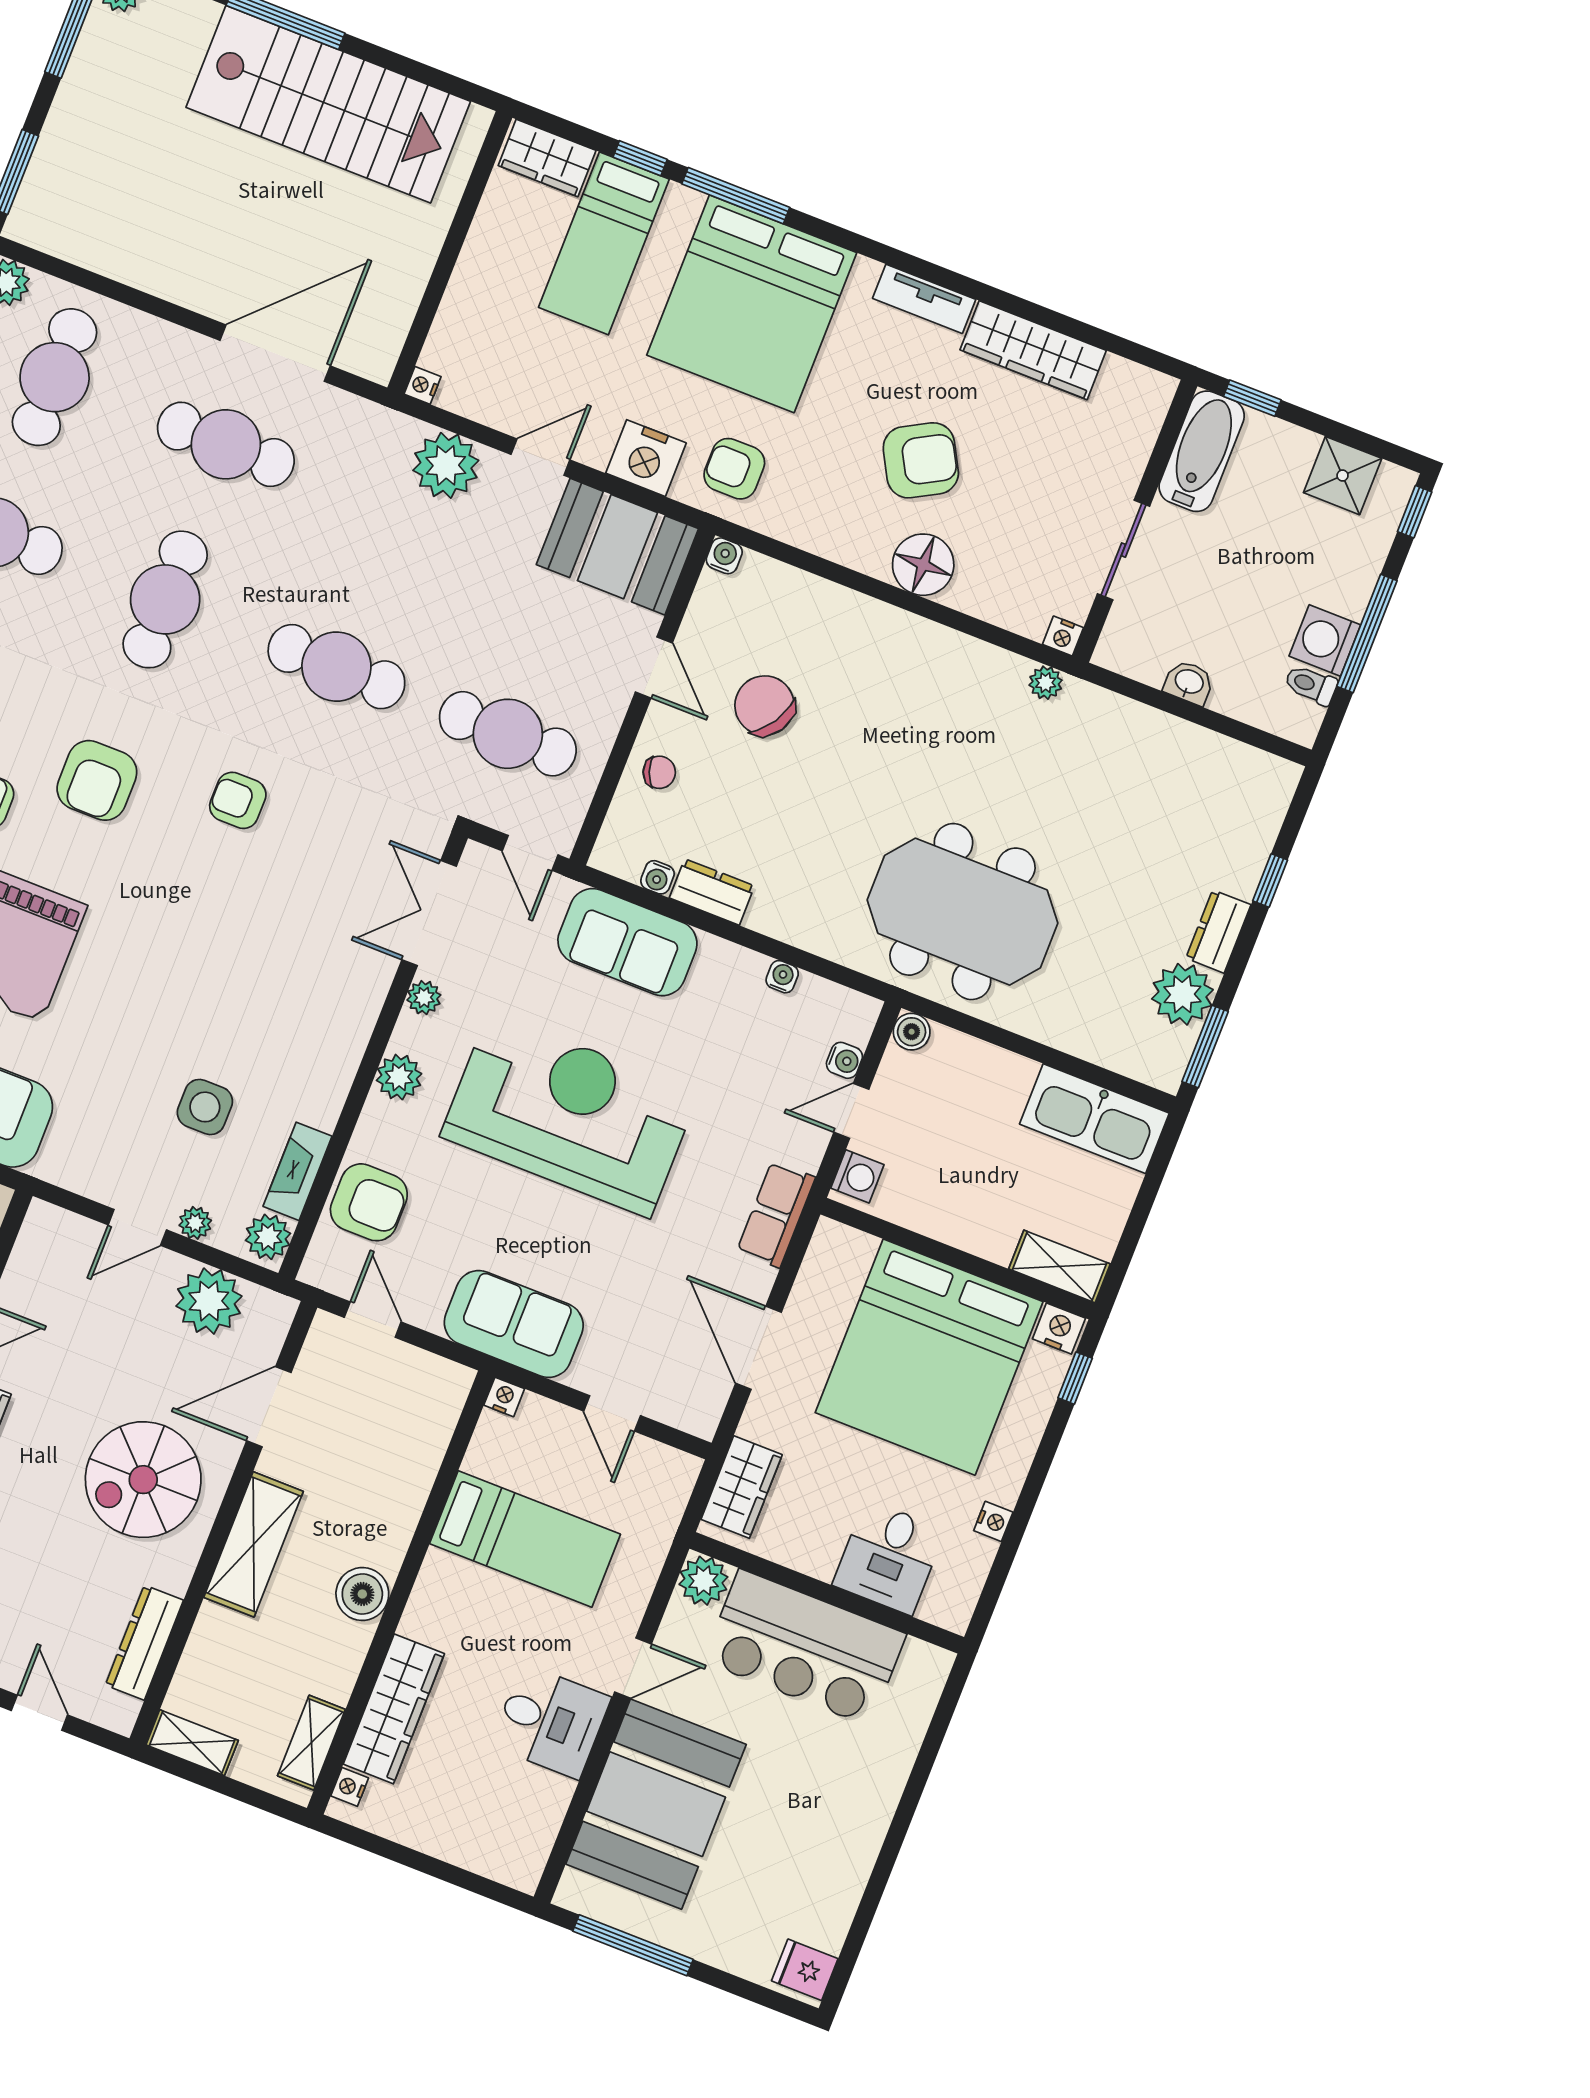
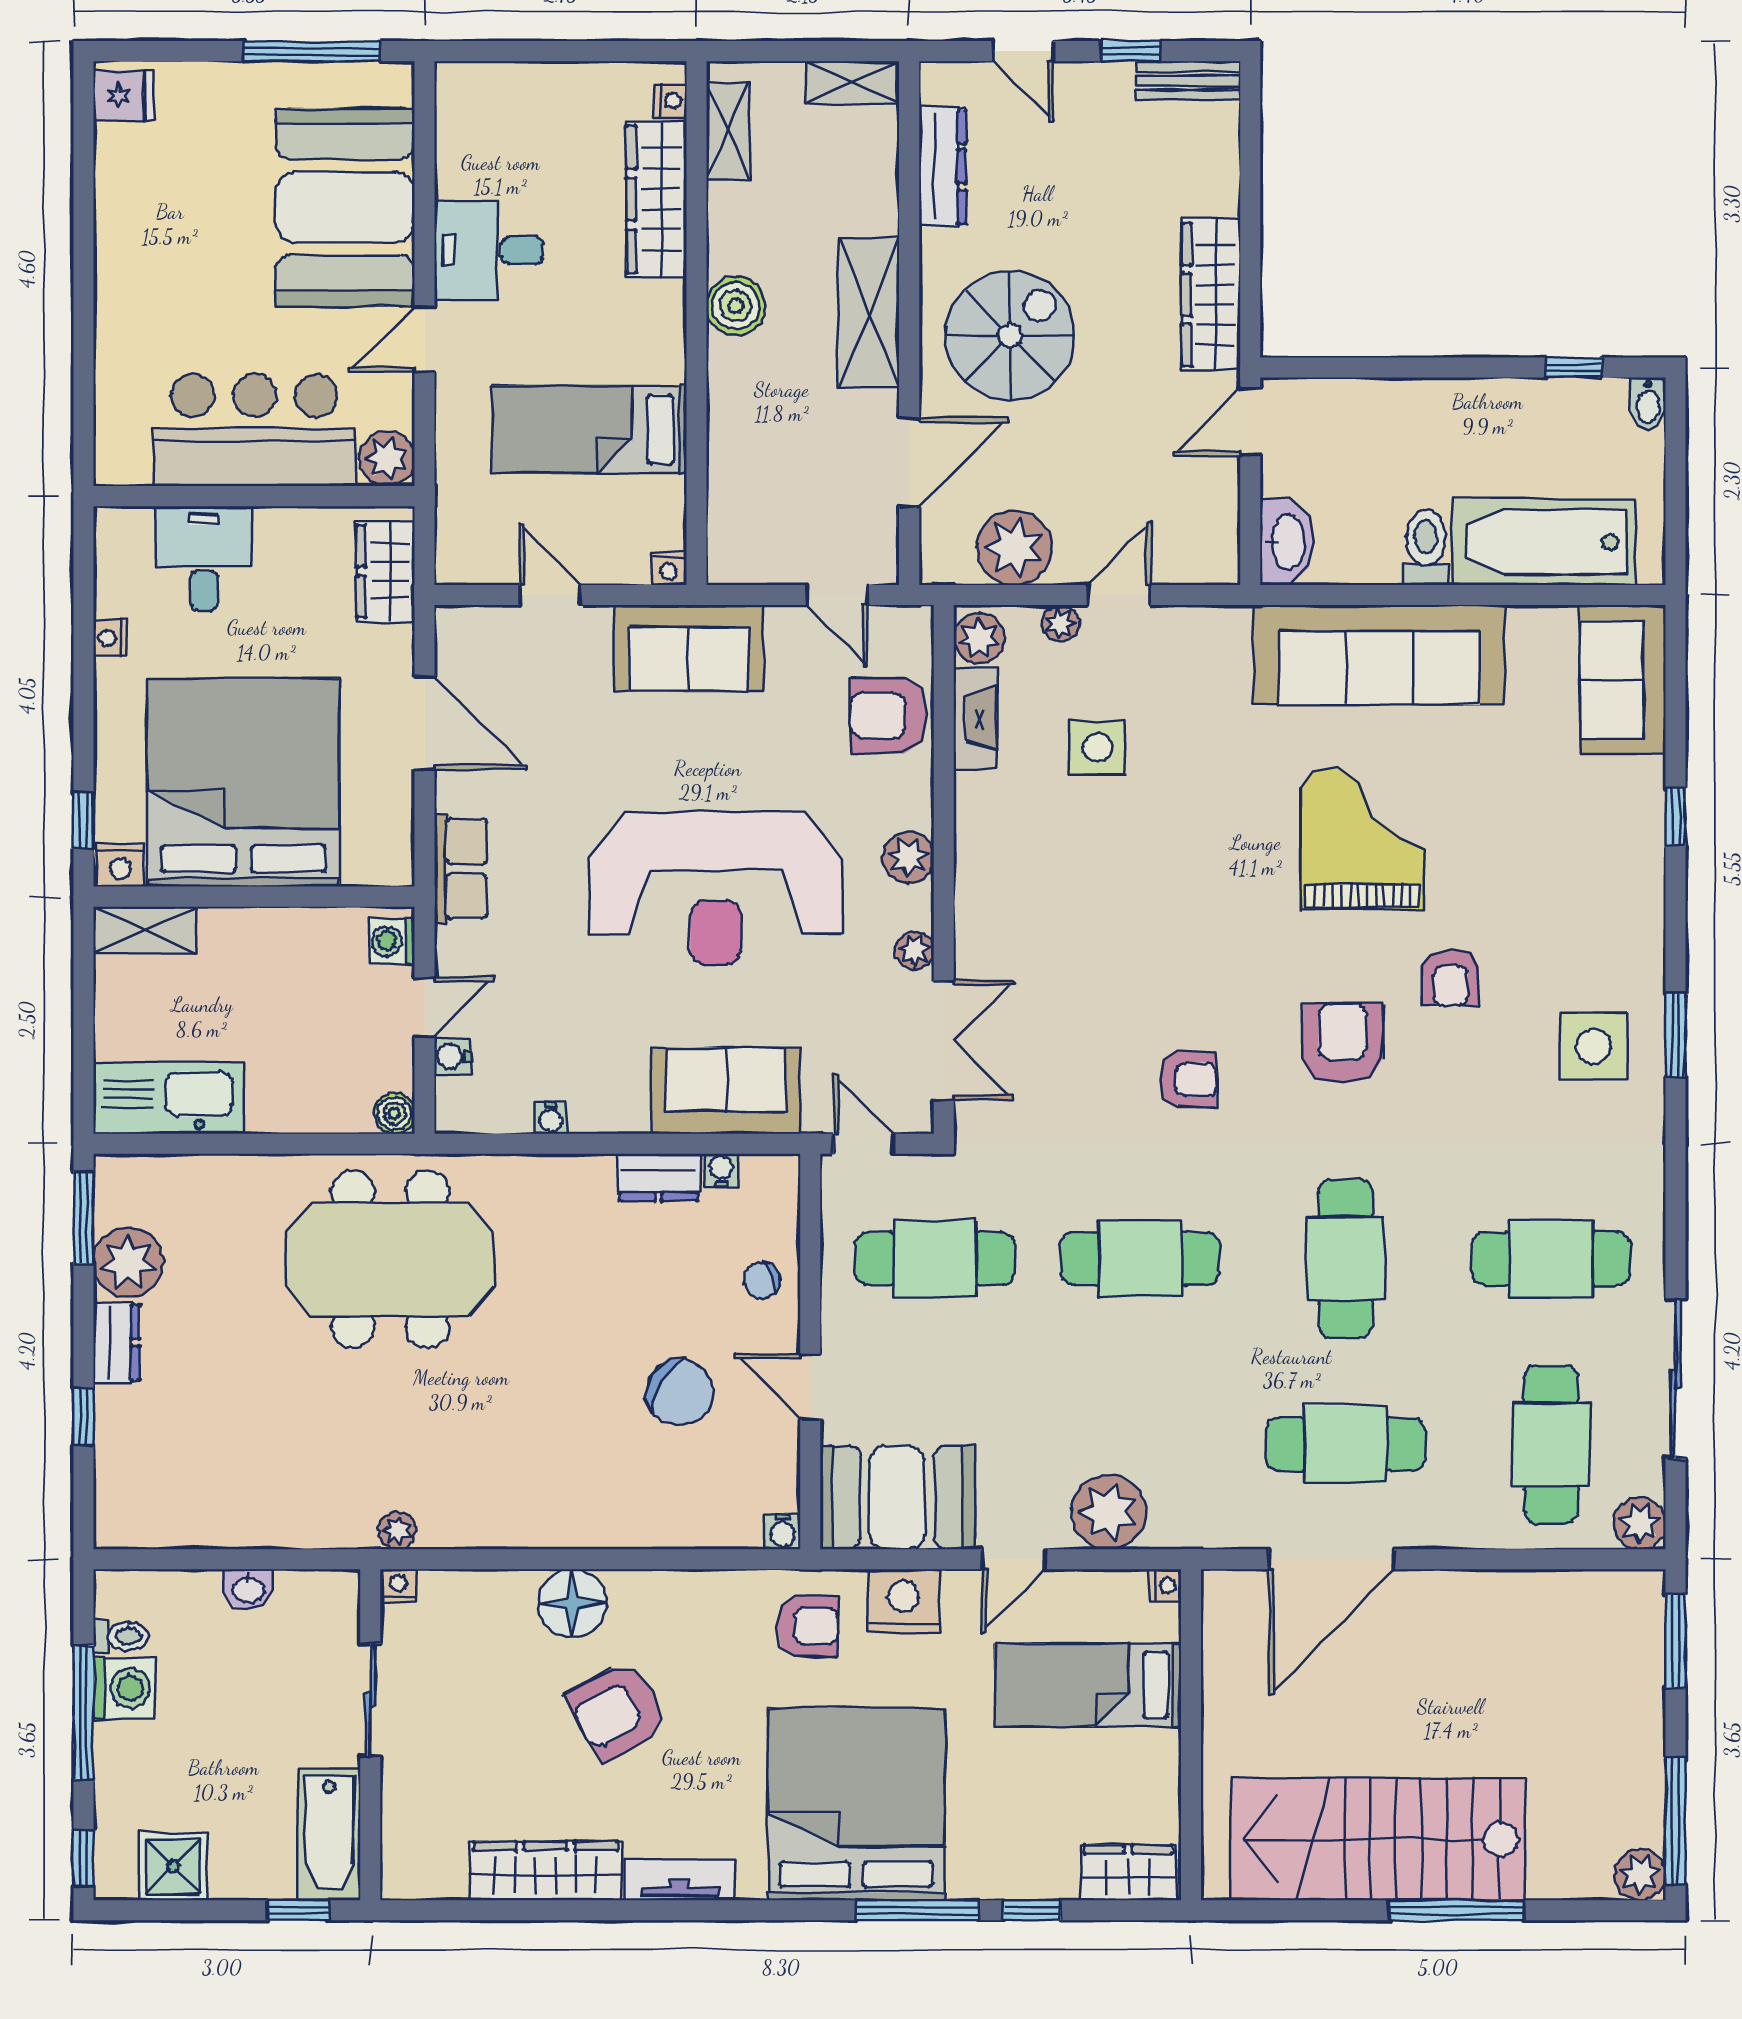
bed: (604, 243) -> (1088, 1685), moved, turned -90

